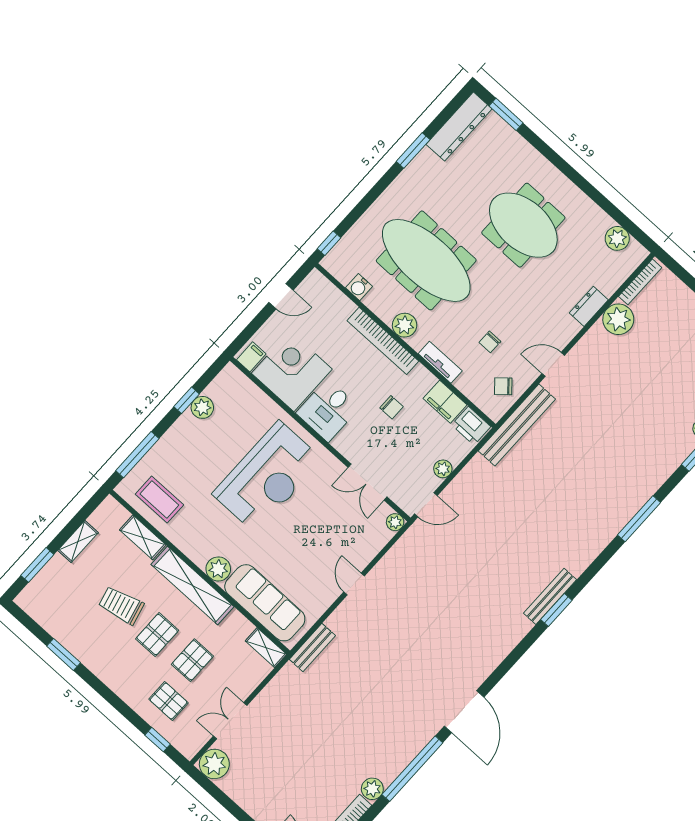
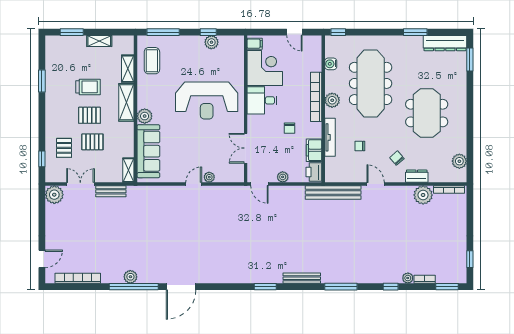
tv unit: (440, 362) -> (330, 137), width x1.41
chair: (503, 386) -> (397, 158), moved
plant: (395, 522) -> (209, 177), moved
shelving: (193, 586) -> (126, 102), width x0.68
bench: (550, 596) -> (302, 278), moved
trolley: (121, 605) -> (88, 87), turned 104
bench: (312, 648) -> (111, 191), moved
plant: (372, 789) -> (130, 277), moved

